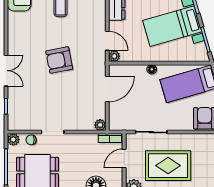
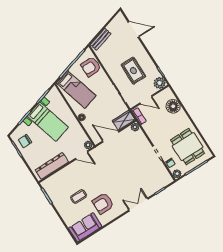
door: (107, 41) -> (82, 155), swing flipped
armchair: (59, 60) -> (103, 203), moved, turned 101
wardrobe: (117, 117) -> (124, 120), added
rug: (168, 166) -> (133, 71), width x0.73, depth x0.70

